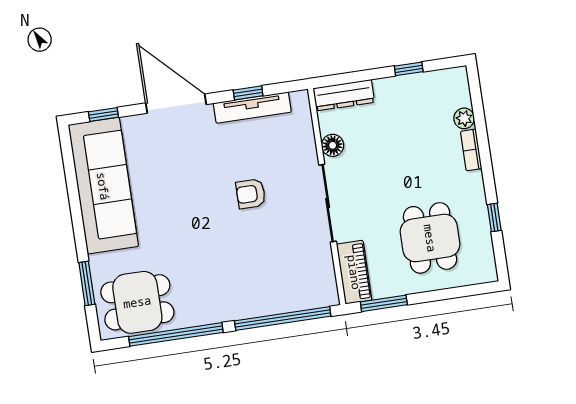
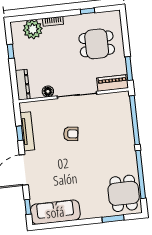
plant: (464, 118) -> (33, 29), width x1.88, depth x1.88
sofa: (103, 186) -> (55, 212), width x0.74, depth x0.79
armchair: (251, 194) -> (71, 134), turned -83

